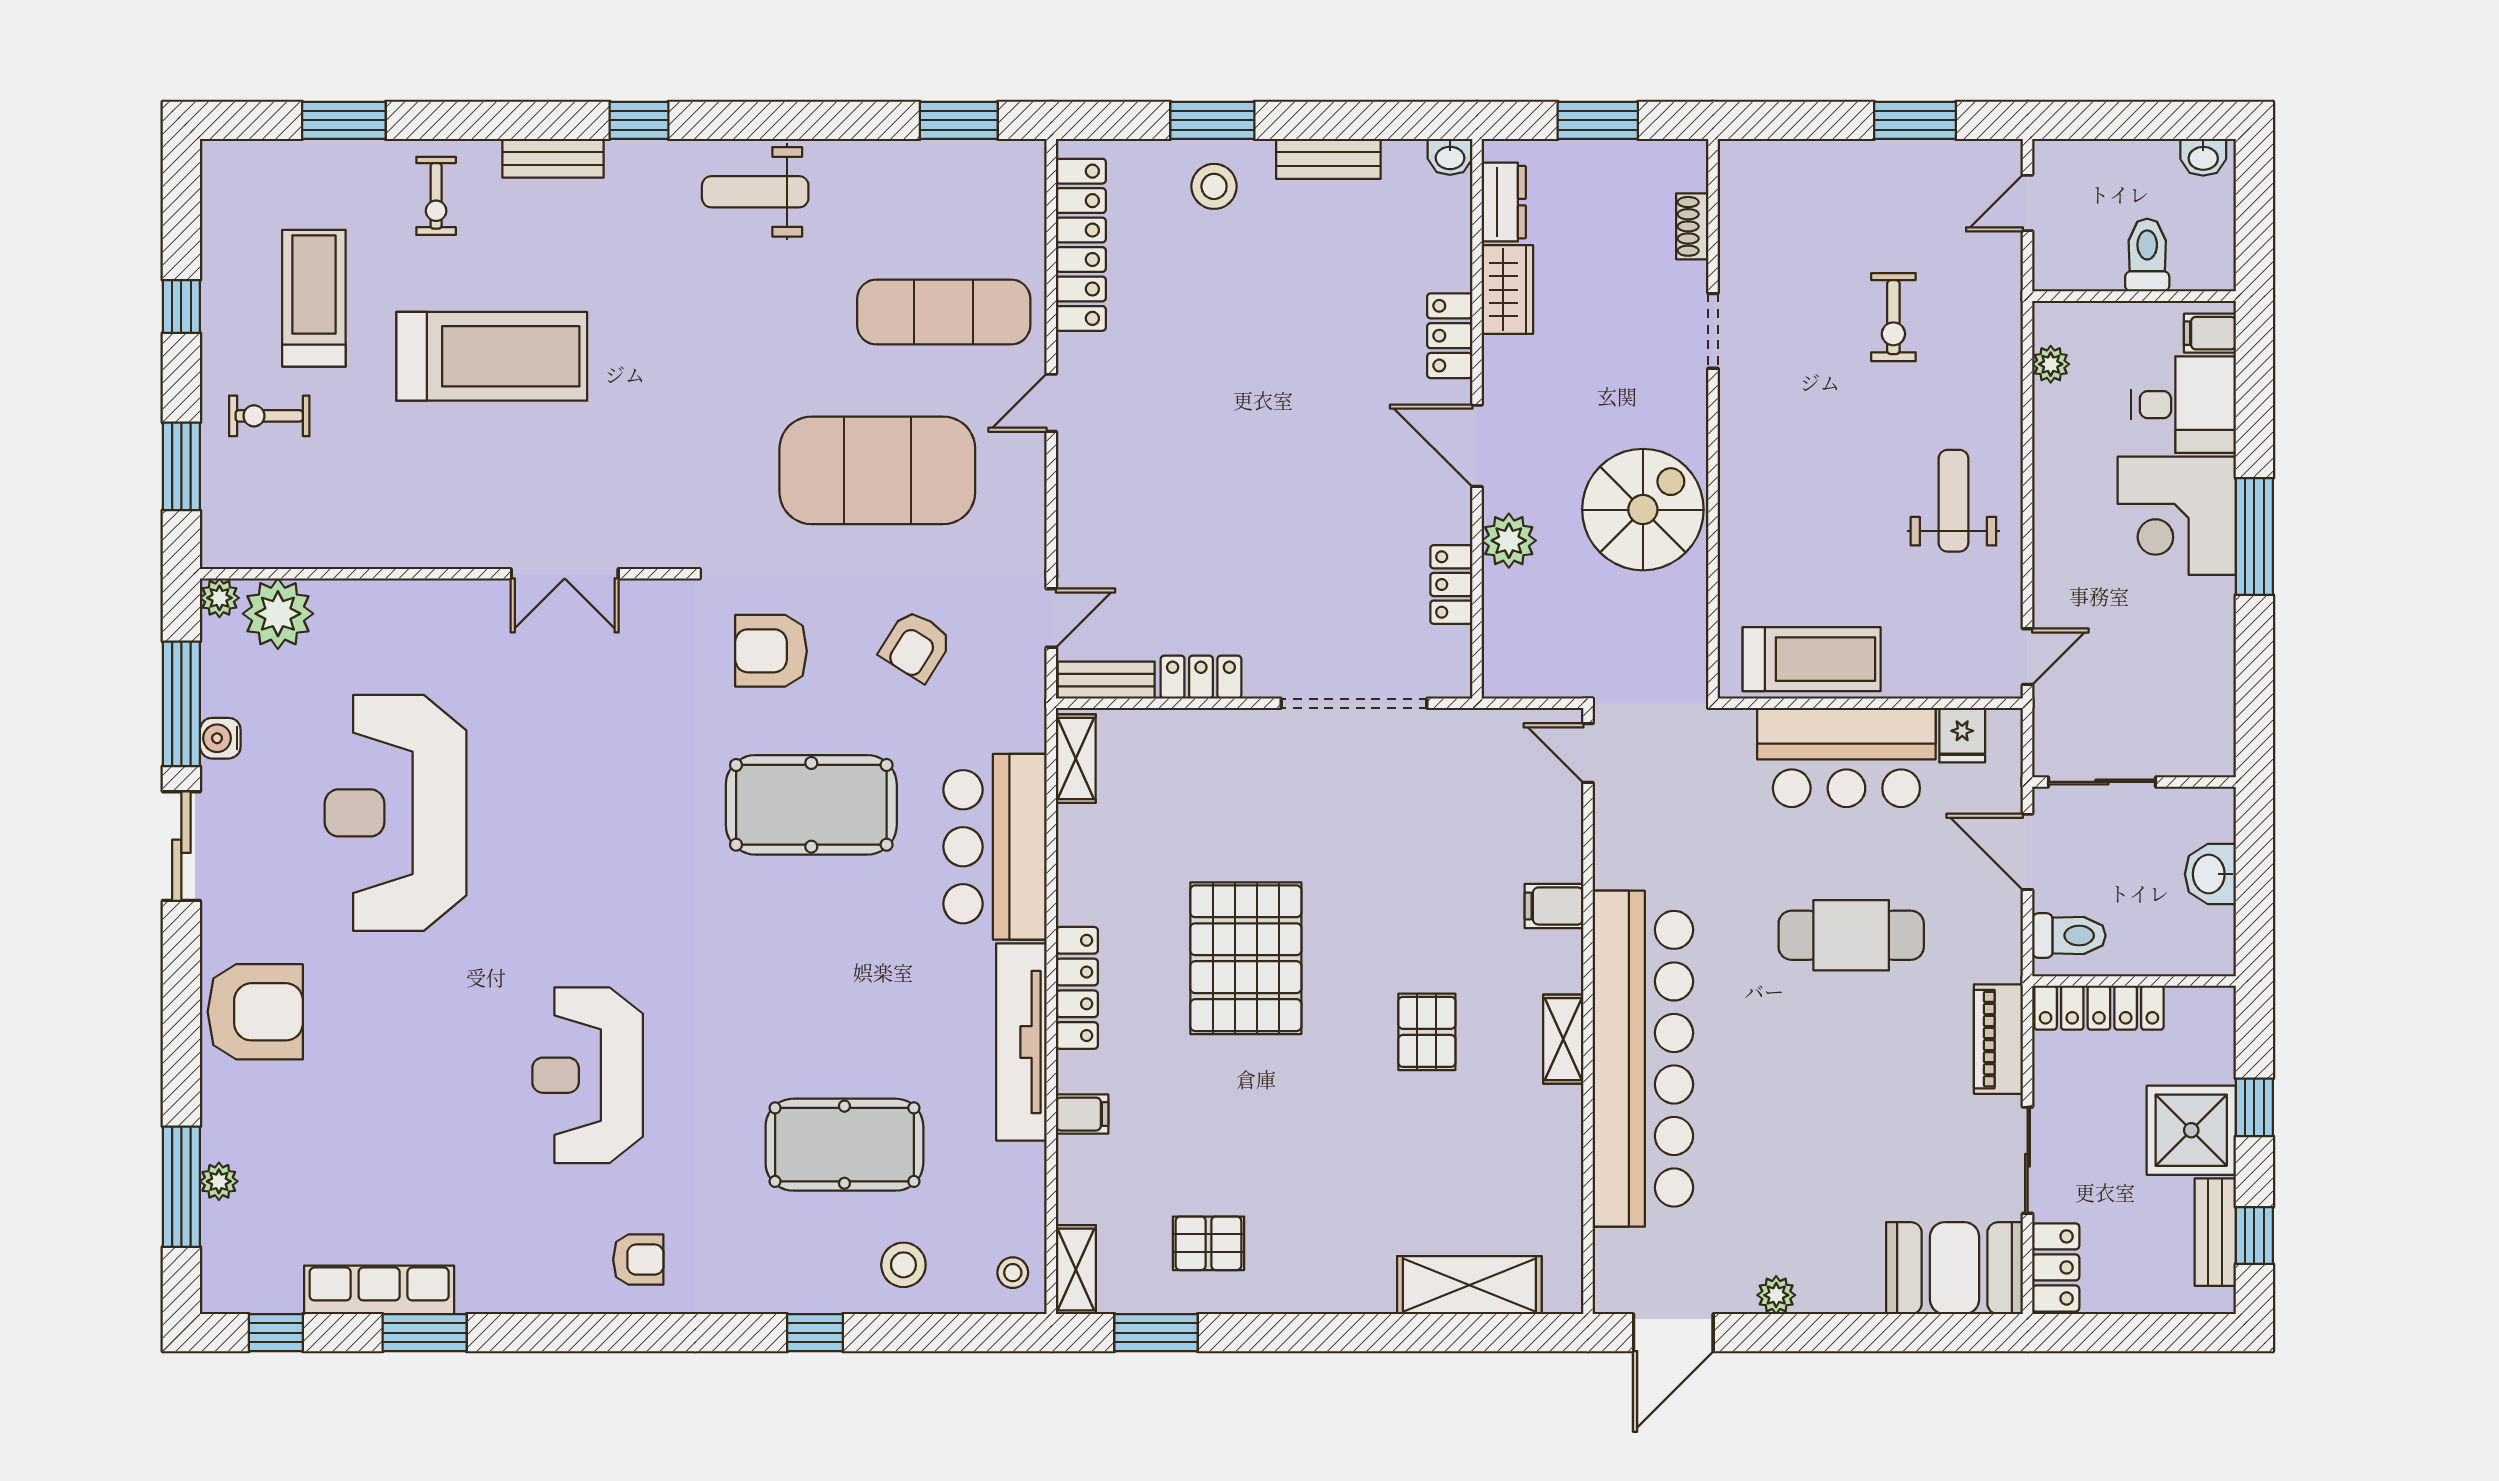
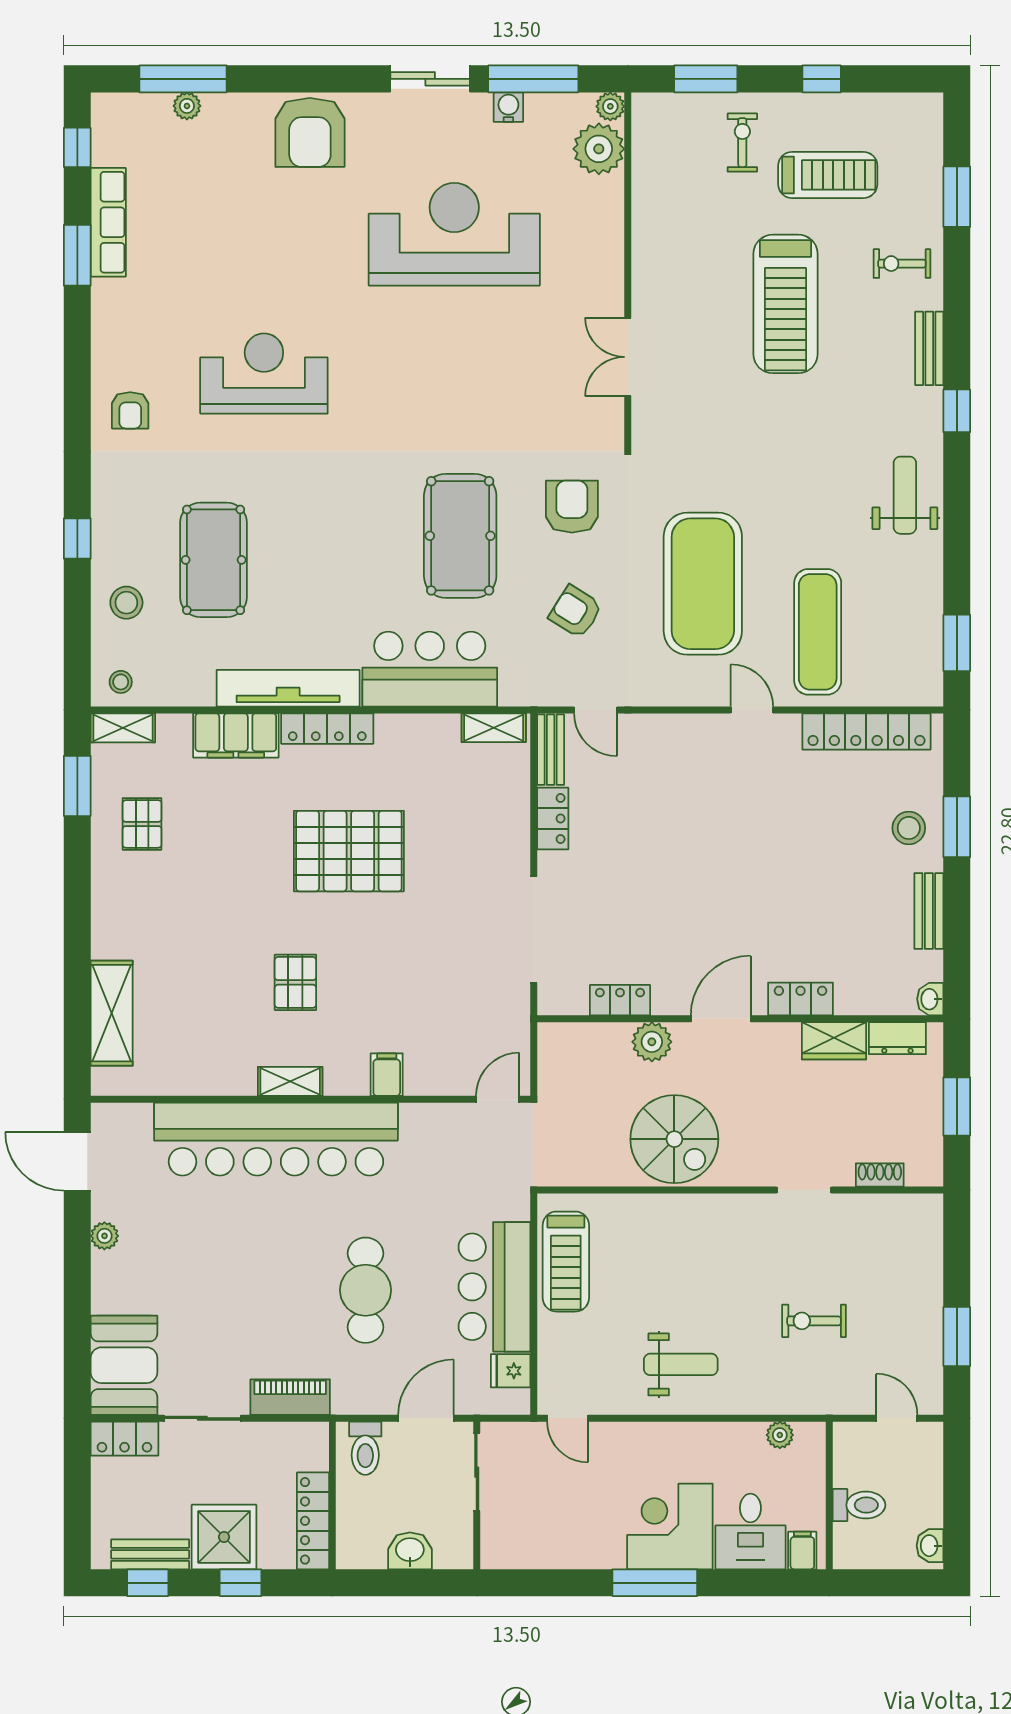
locker: (2099, 1008) -> (313, 1521), moved
pallet: (1427, 1032) -> (295, 982), turned 90
filing cabinet: (1082, 1114) -> (236, 735), width x3.00, depth x1.17

